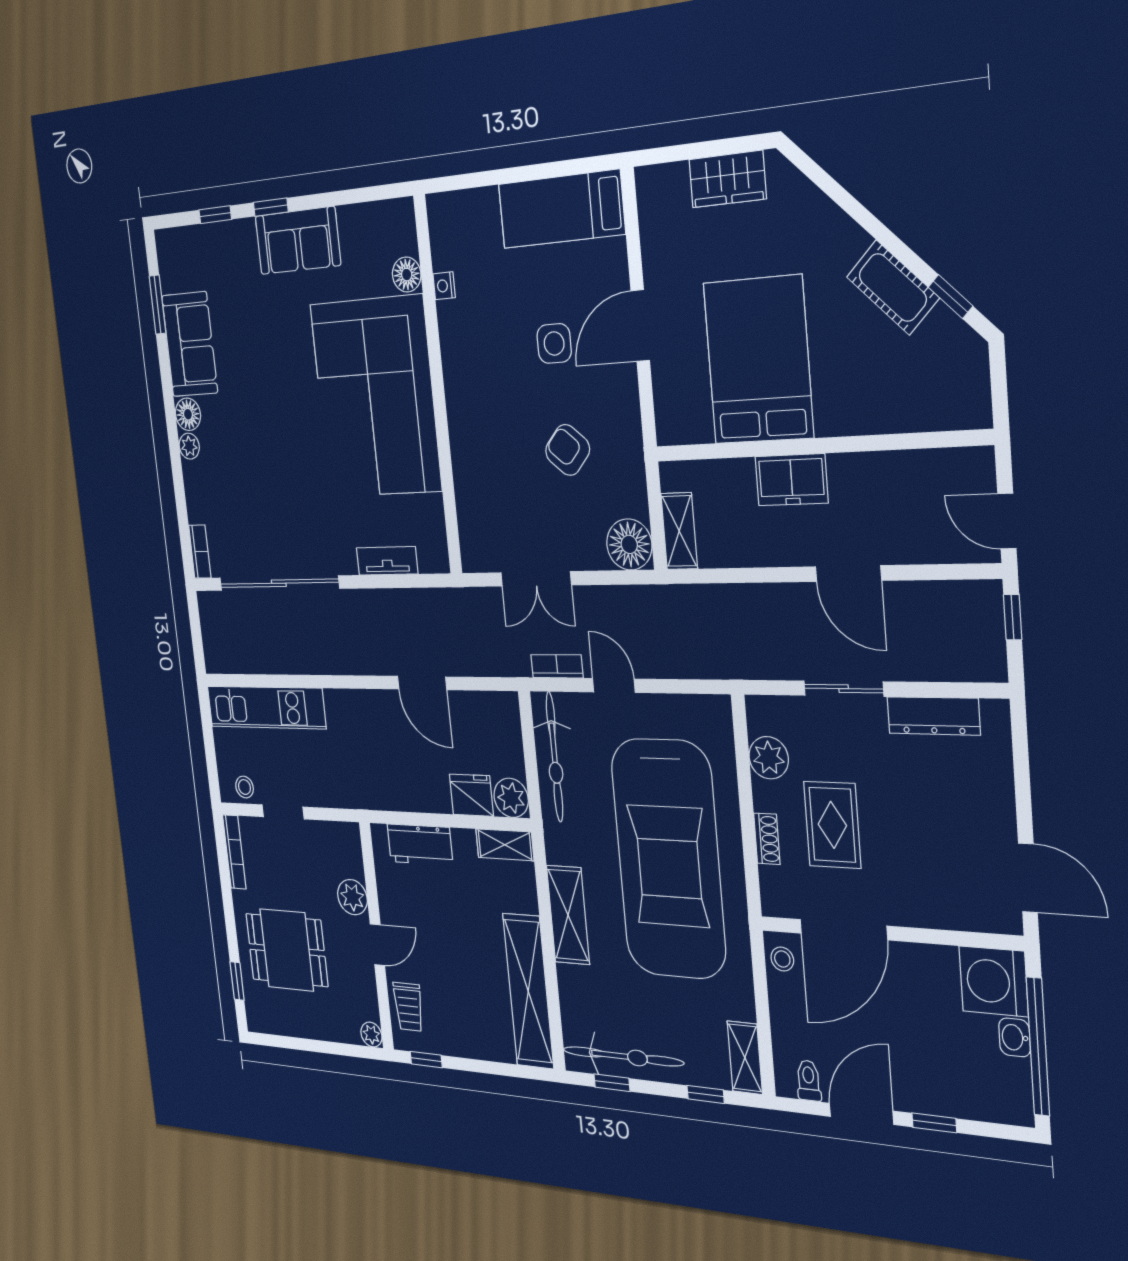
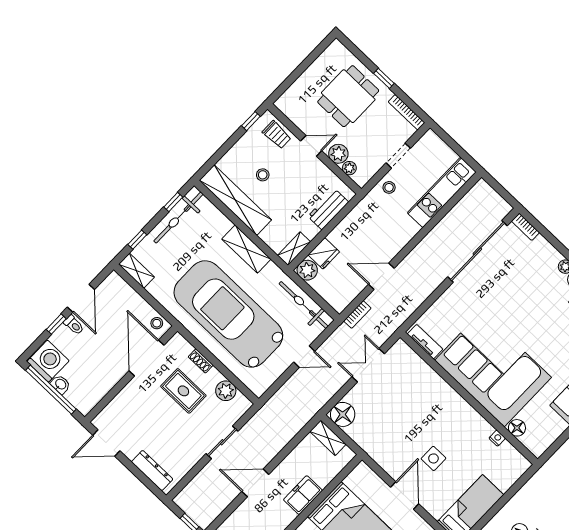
armchair: (568, 450) -> (396, 425), removed
tv unit: (387, 561) -> (425, 342), moved, turned -90
bookcase: (557, 666) -> (357, 314), moved
dresser: (933, 716) -> (152, 471), moved, turned 90
stool: (245, 787) -> (389, 187), moved
door: (377, 945) -> (311, 146), swing flipped
window: (237, 981) -> (384, 78), moved
stool: (467, 981) -> (263, 175), added
washing machine: (994, 981) -> (48, 361), moved
trolley: (408, 1007) -> (277, 135), turned 180
plant: (371, 1035) -> (349, 168), moved
toilet: (809, 1081) -> (74, 325), moved

